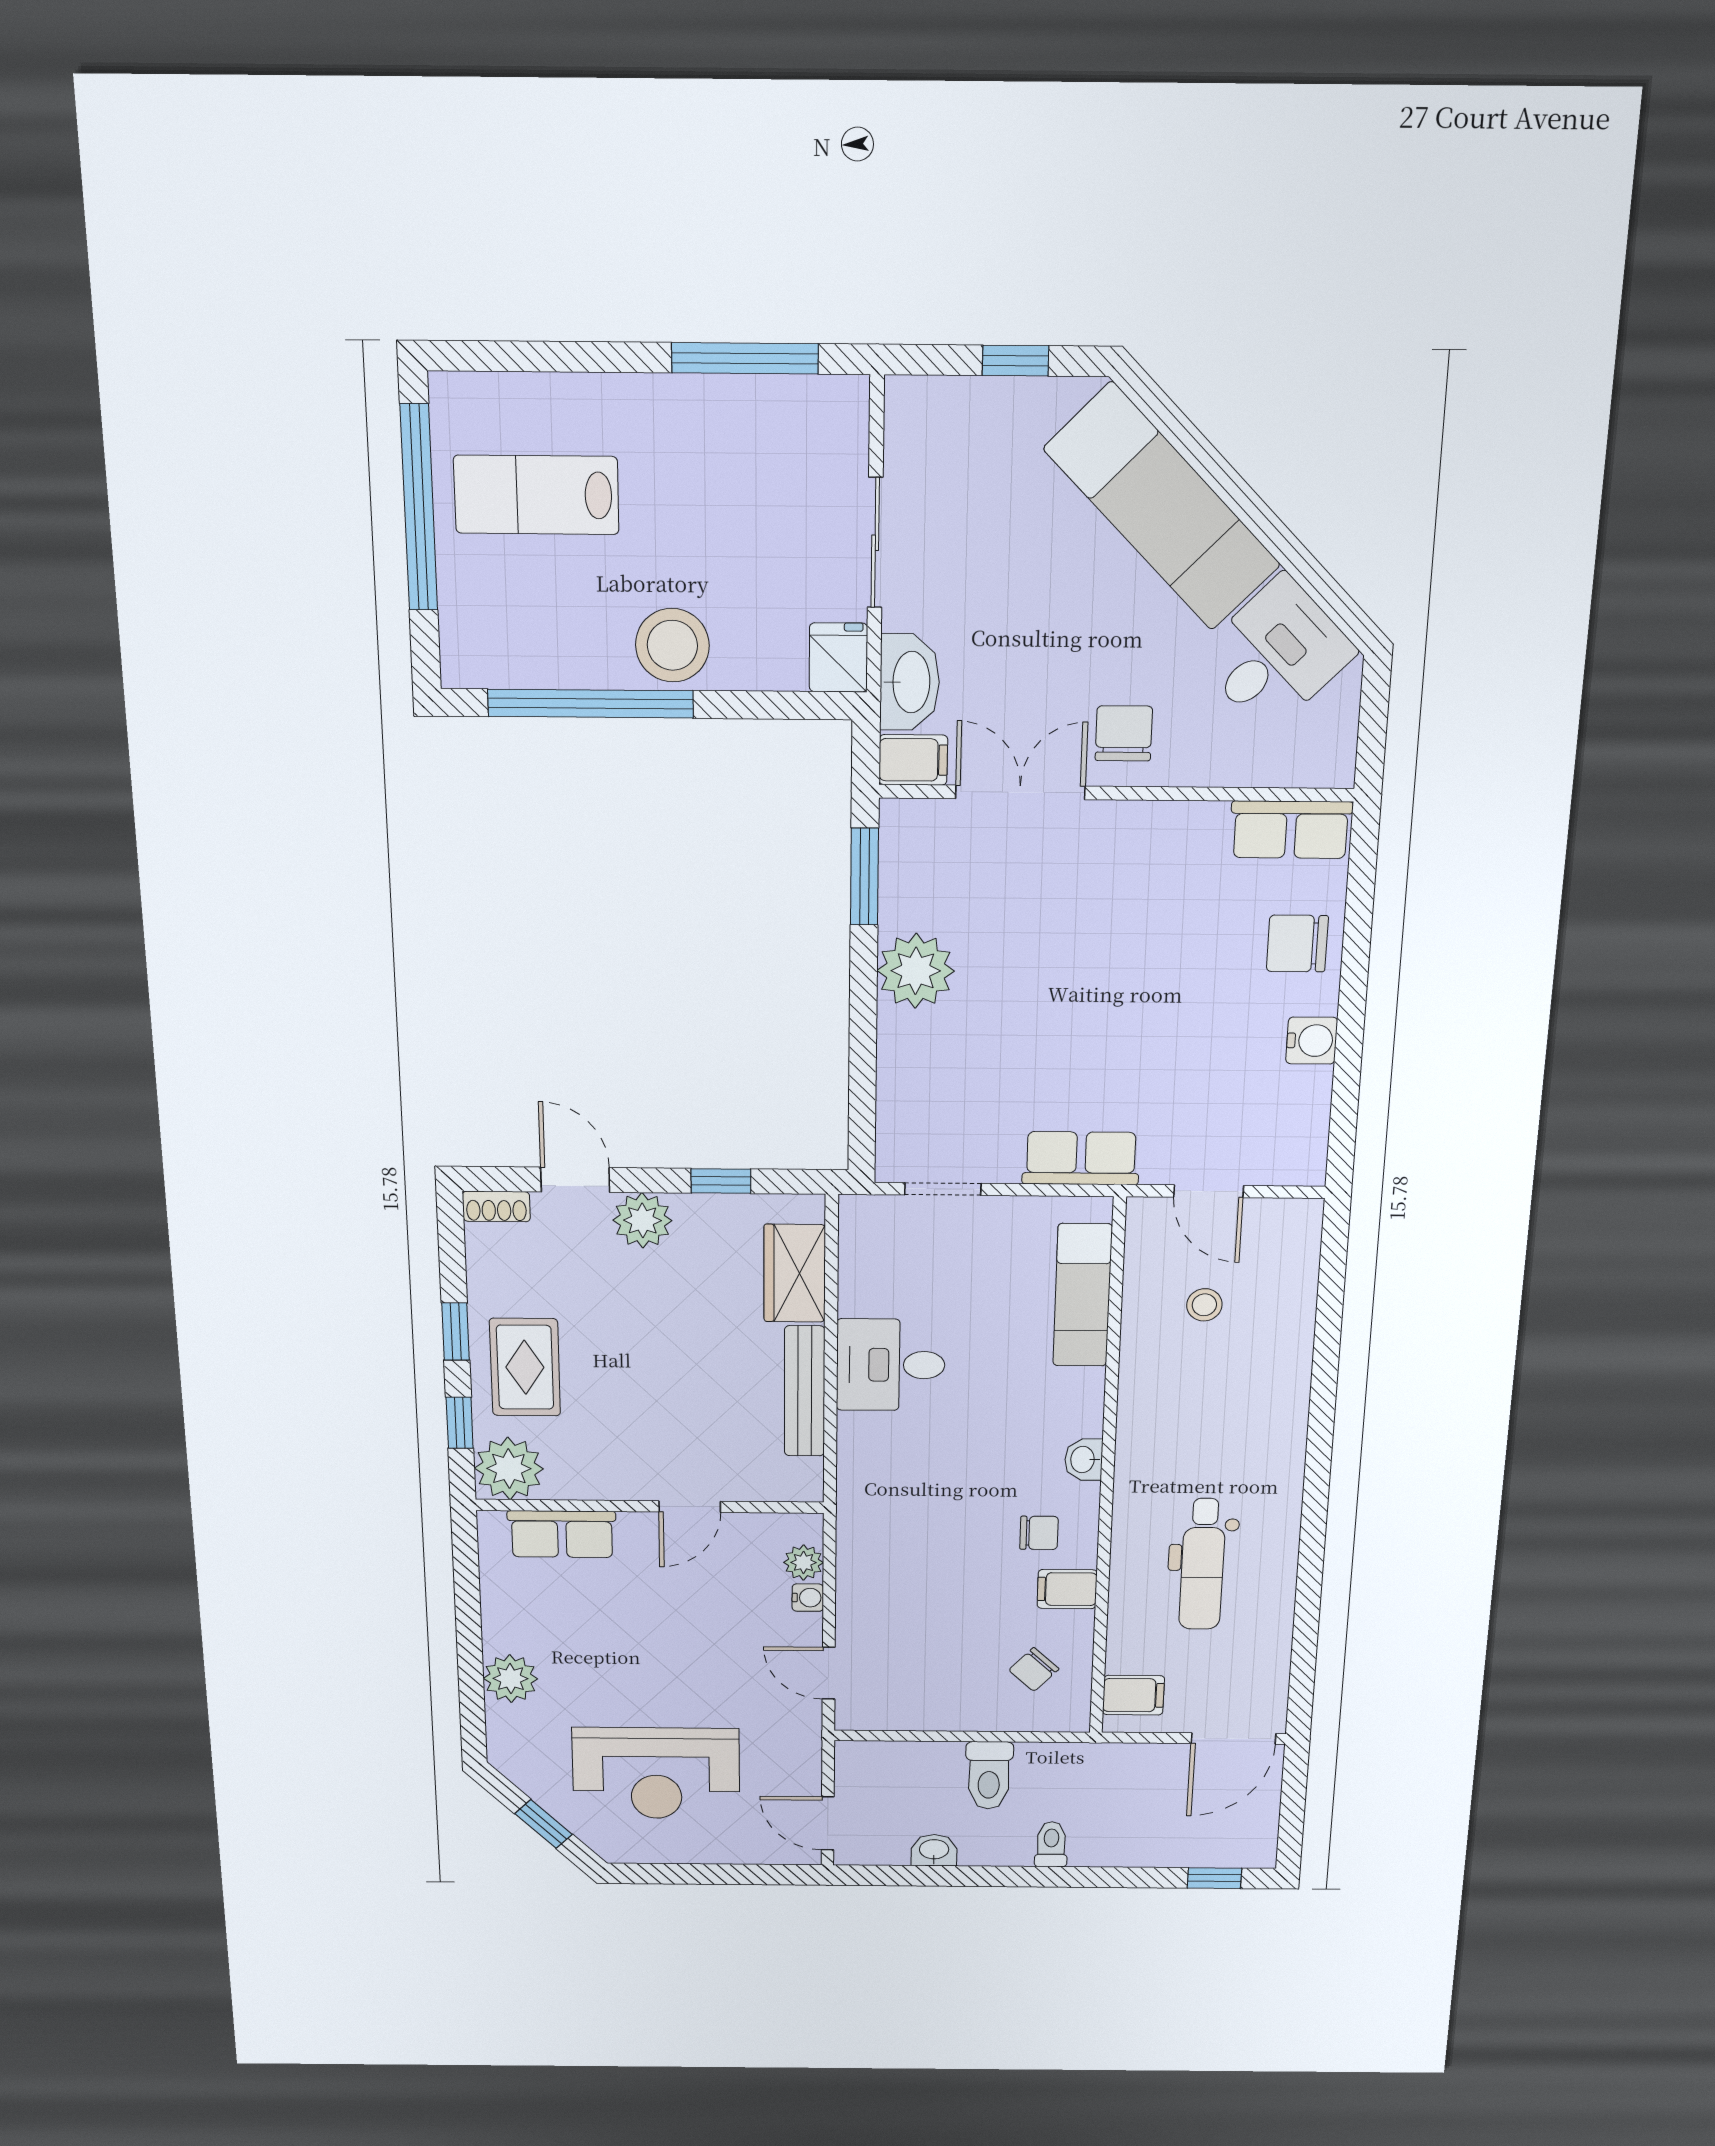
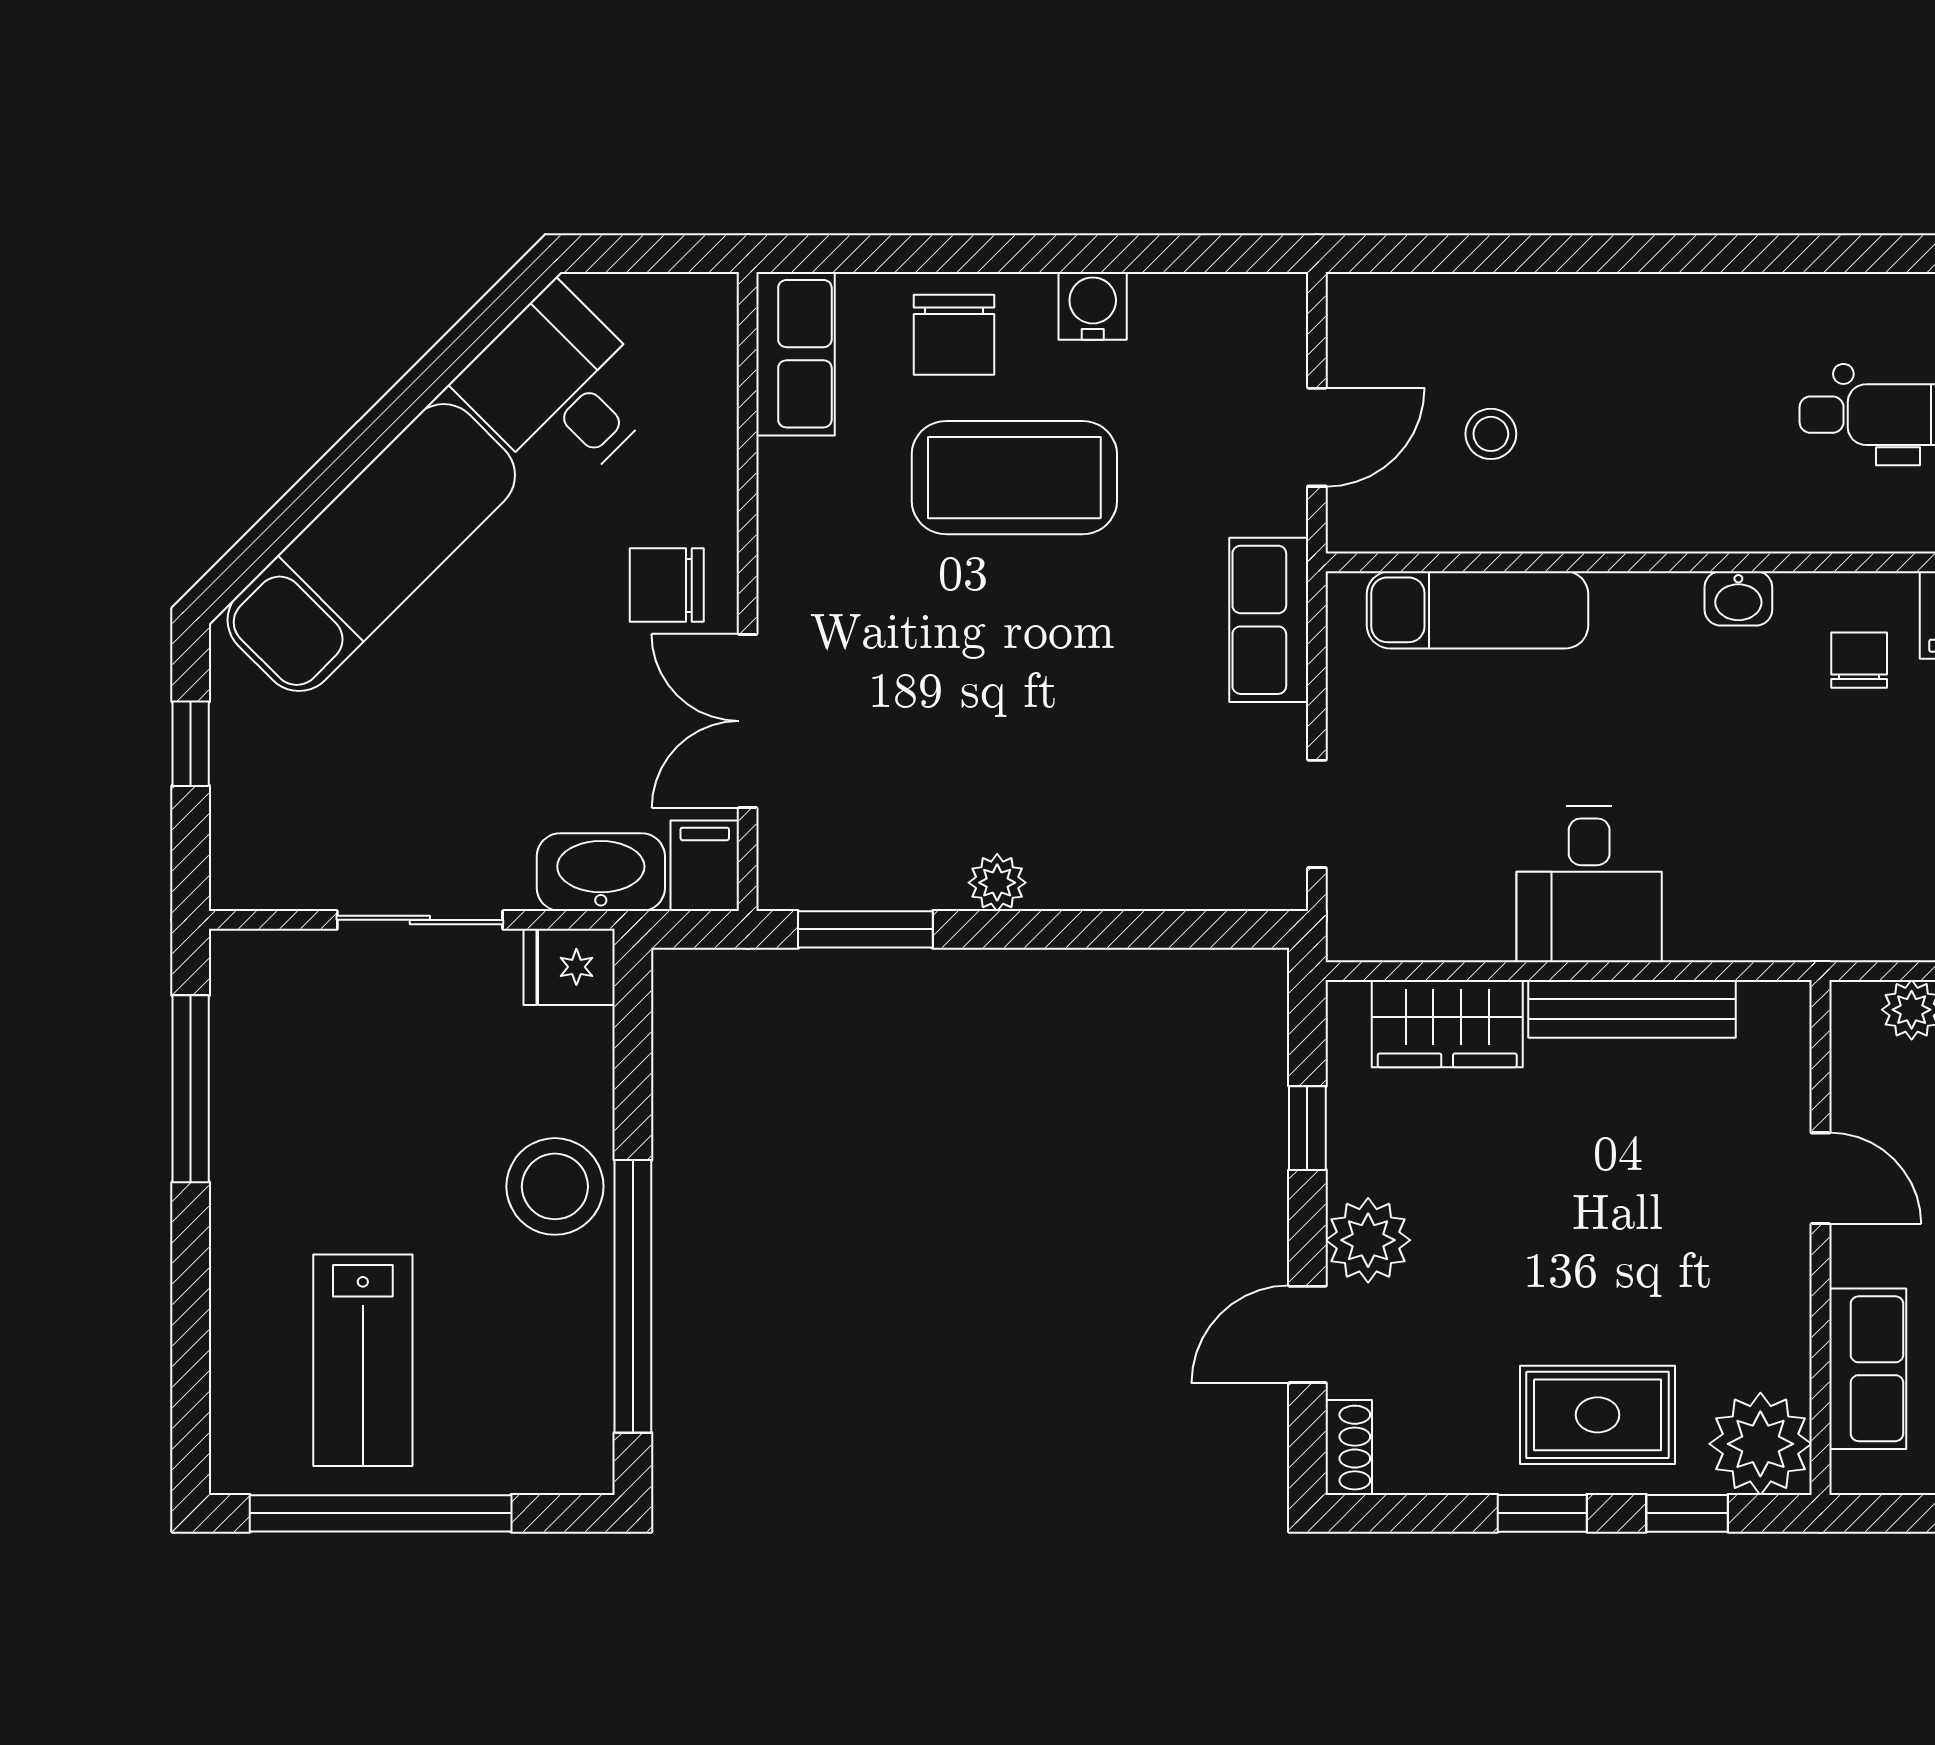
plant: (916, 971) -> (997, 883), width x0.53, depth x0.53
coffee table: (1191, 985) -> (1014, 478), added

